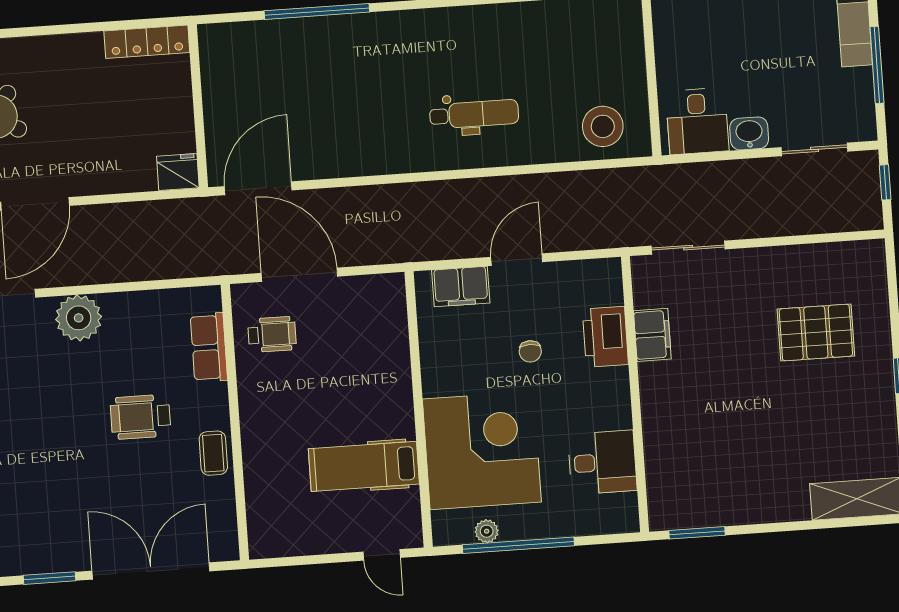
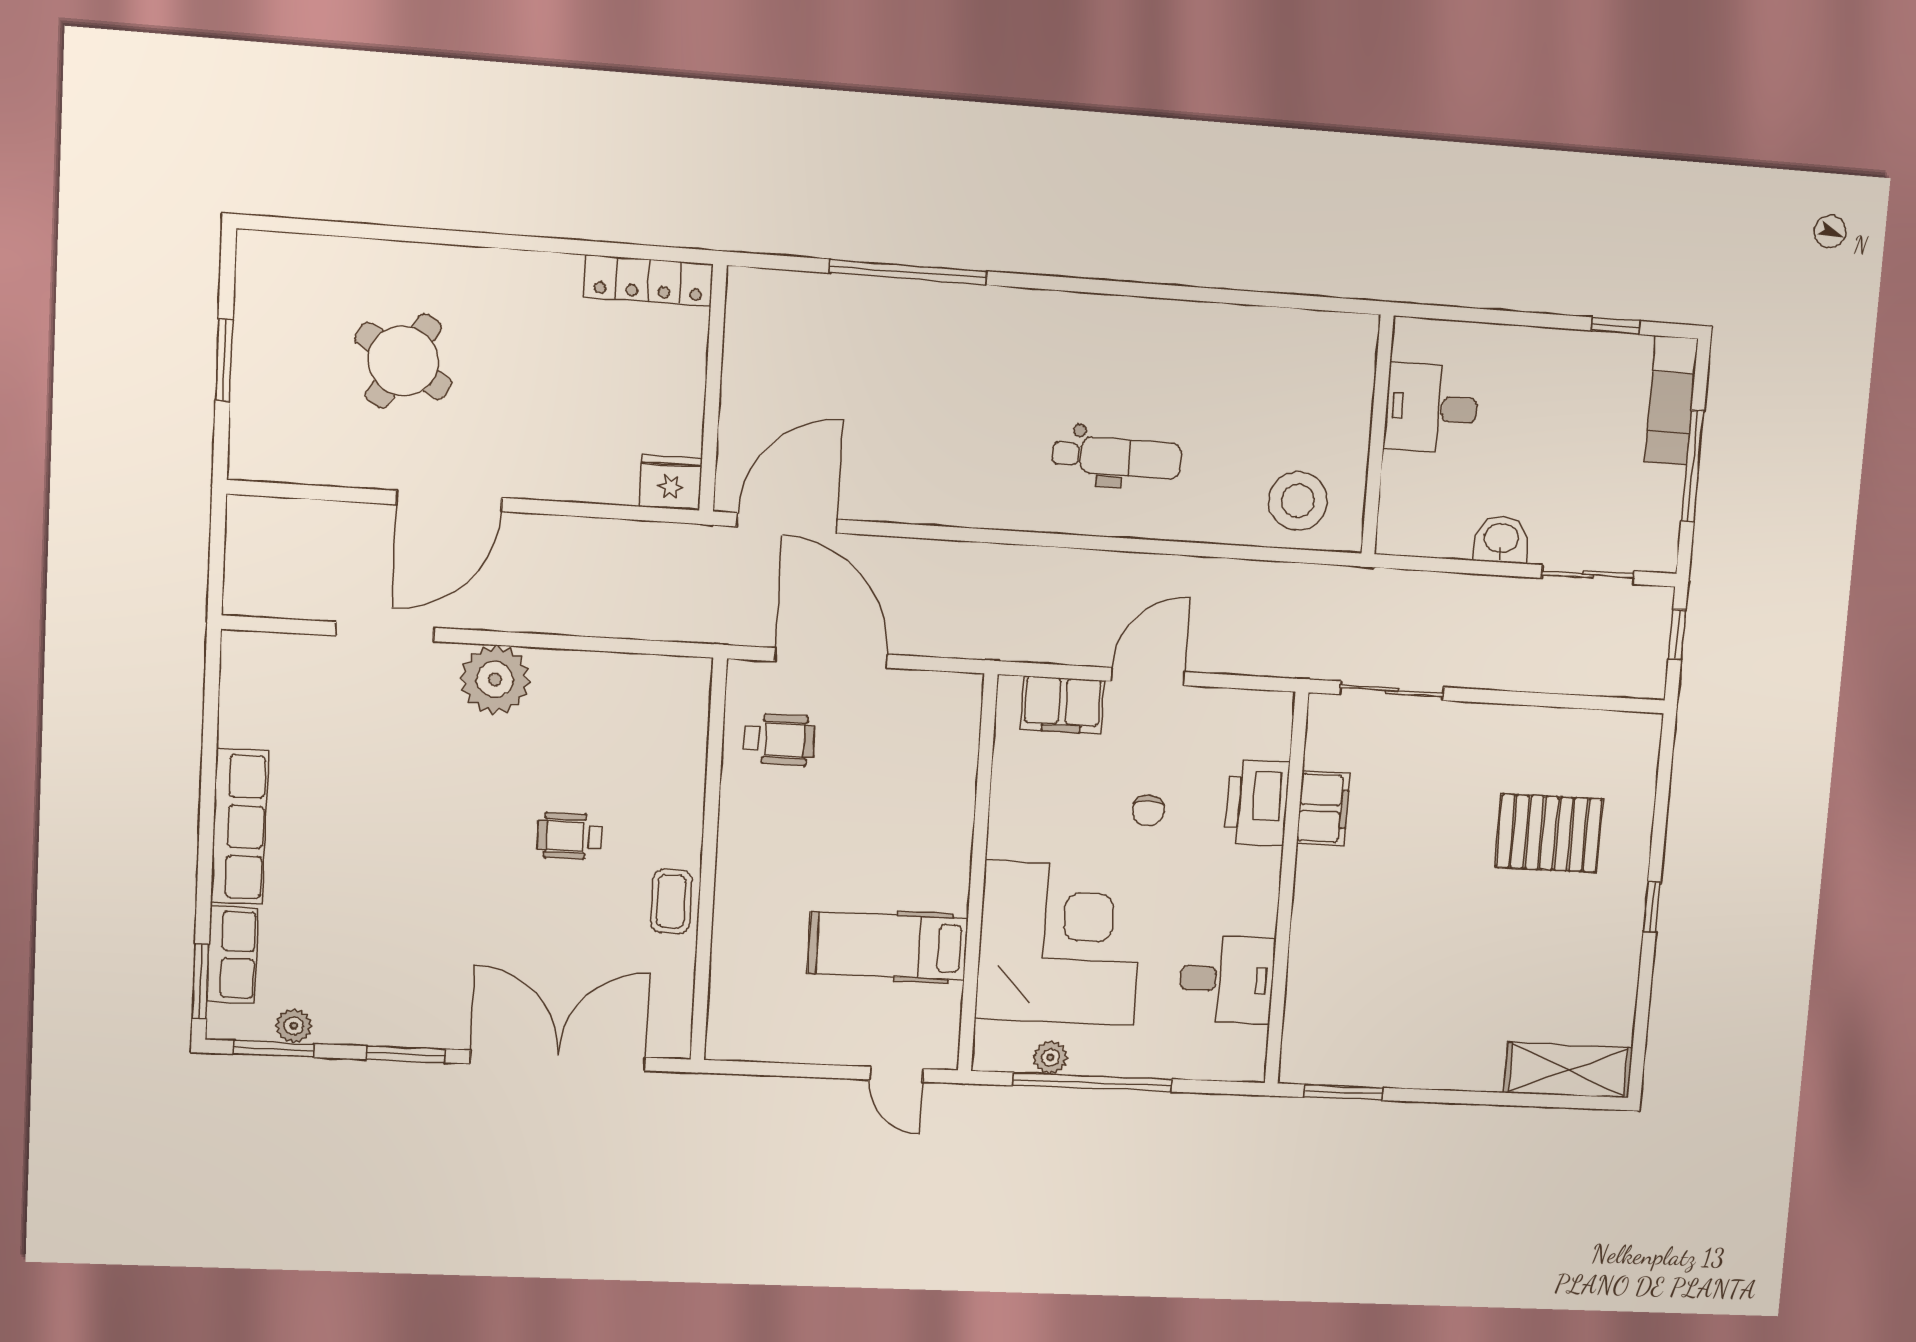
desk: (697, 121) -> (1431, 408), moved, turned 90
row of seats: (209, 347) -> (684, 747), removed
wheelchair: (140, 417) -> (570, 836), width x0.73, depth x0.73

